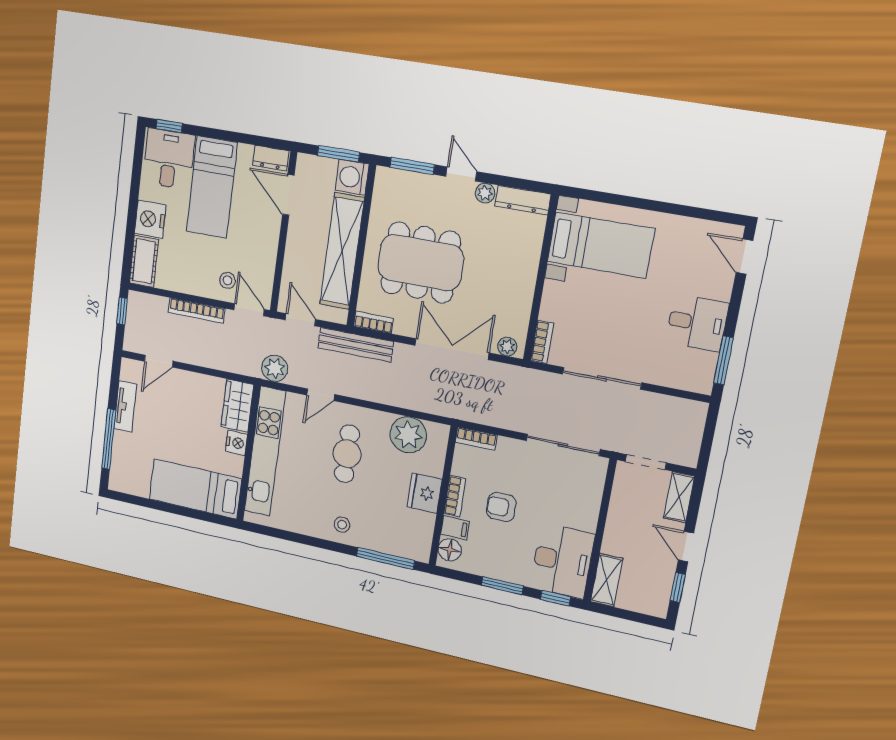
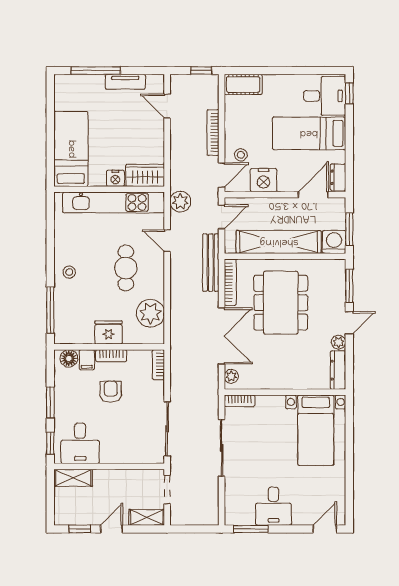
nightstand: (150, 219) -> (264, 180), moved, turned 180
bookcase: (373, 322) -> (230, 282), width x1.56
cafe table: (347, 454) -> (126, 268), turned 90
desk: (562, 561) -> (80, 443), width x0.73

